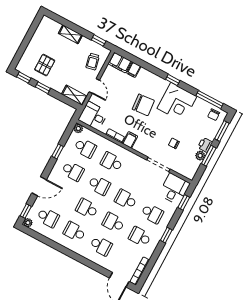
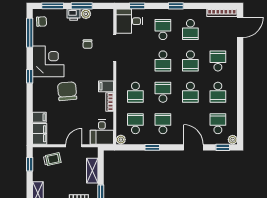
shelving: (74, 95) -> (92, 171), moved

